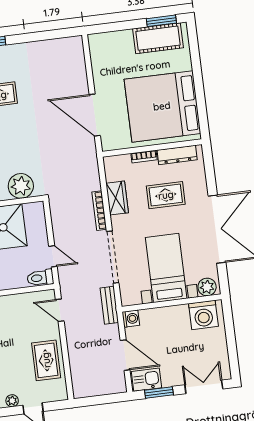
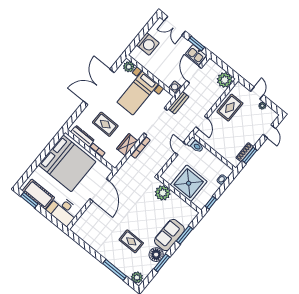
desk: (111, 49) -> (63, 210), added
washing machine: (203, 315) -> (148, 44), moved, turned 90
plant: (84, 385) -> (225, 80), added

